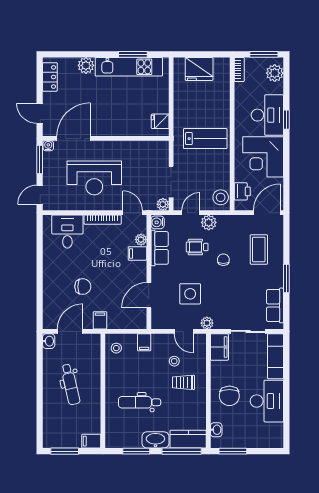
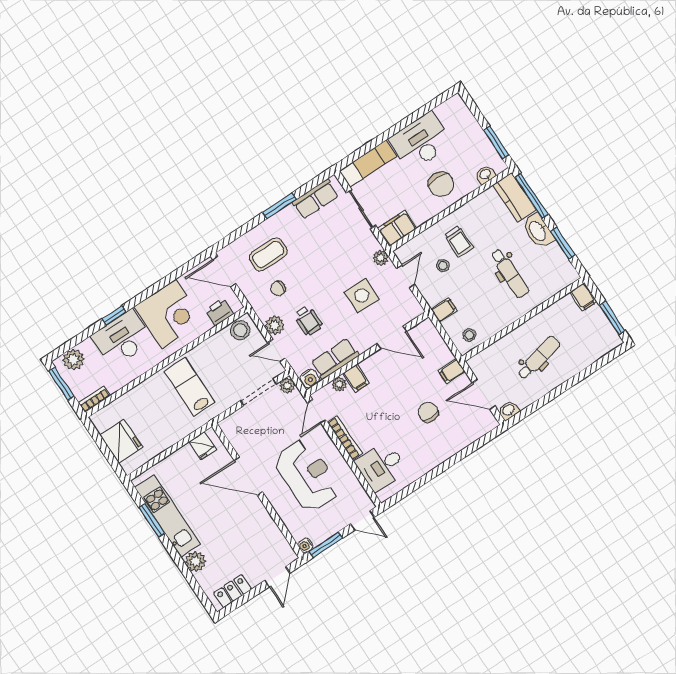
door: (74, 138) -> (248, 476), moved
chair: (223, 260) -> (278, 288), moved
chair: (229, 396) -> (441, 184), turned 90

